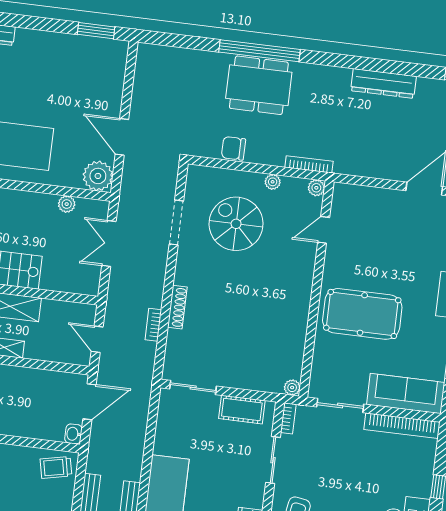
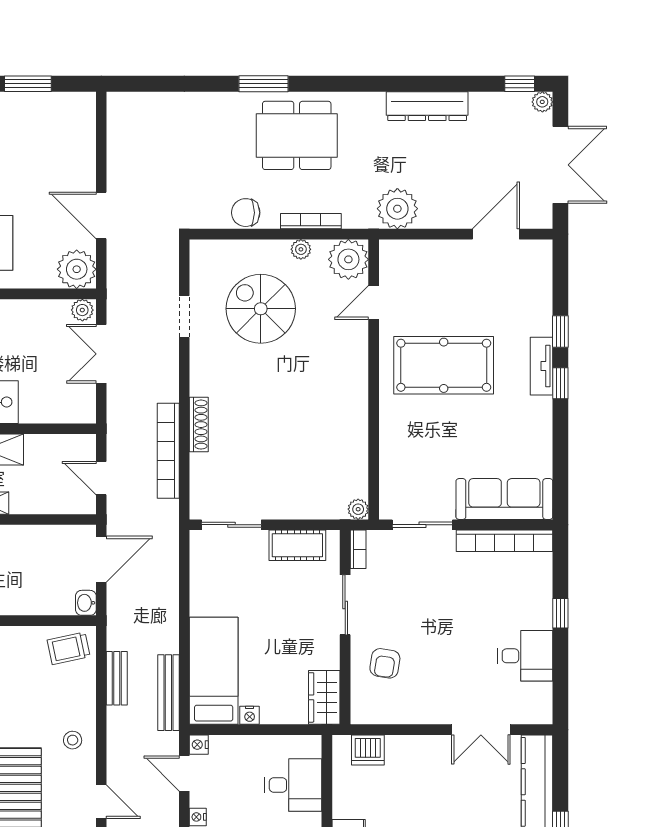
window: (96, 31) -> (28, 84), moved
window: (259, 51) -> (263, 84), width x0.47
dining table: (259, 85) -> (297, 135), moved
plant: (351, 160) -> (397, 209), added
bookcase: (309, 164) -> (311, 221), moved
plant: (316, 188) -> (348, 259), width x1.88, depth x1.88
plant: (67, 204) -> (82, 310), moved
doorway: (176, 223) -> (184, 316), width x0.73
pool table: (362, 314) -> (444, 365), moved
bookcase: (153, 325) -> (168, 451), width x2.31, depth x1.31

